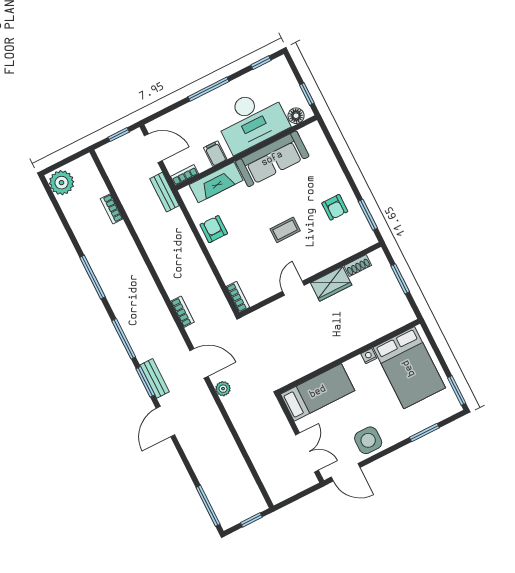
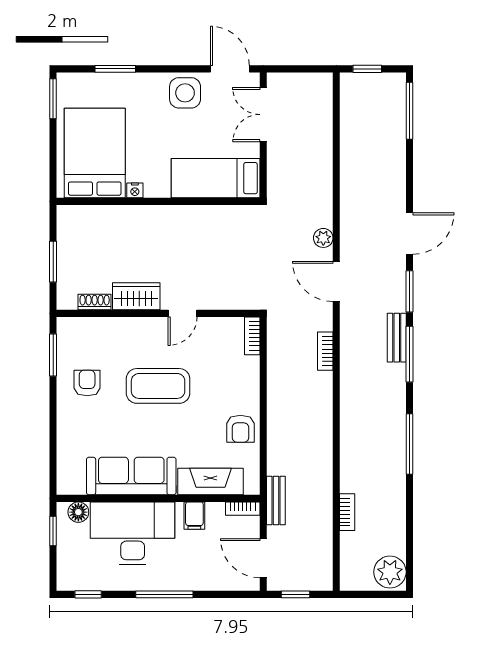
coffee table: (285, 230) -> (158, 386), width x1.86, depth x1.72
bench: (155, 378) -> (397, 338), moved

